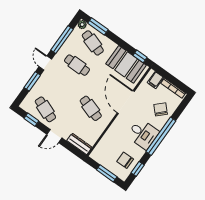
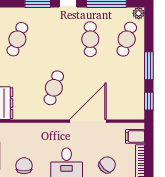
window: (98, 26) -> (149, 66), moved
booth: (126, 64) -> (129, 92), removed

